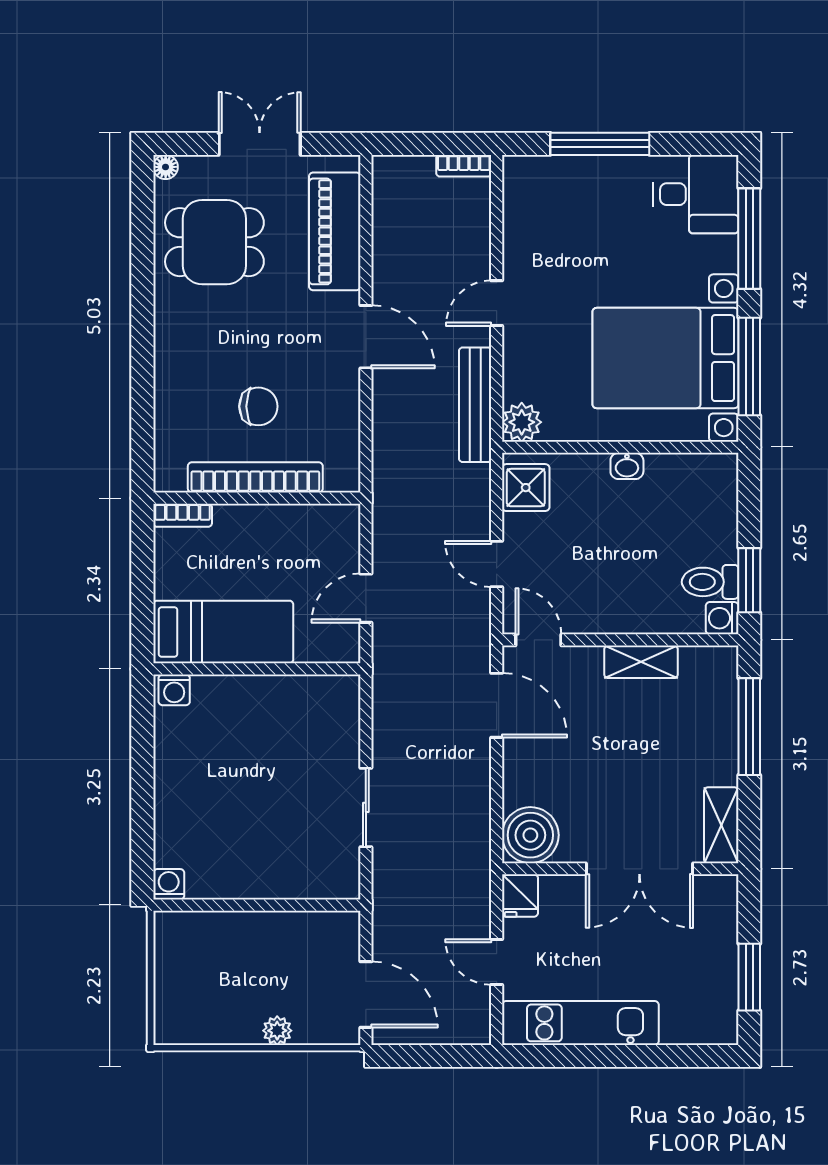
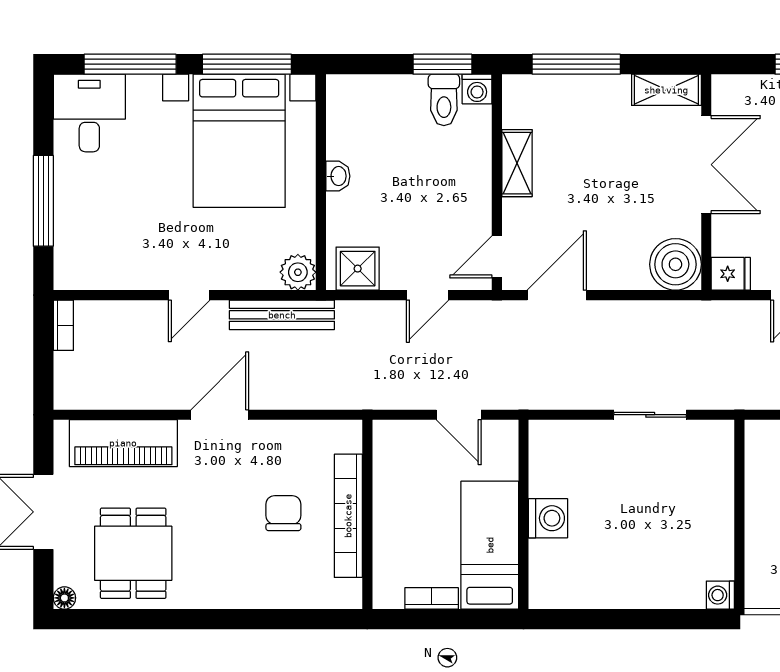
door: (497, 303) -> (189, 295), hinge flipped
bookcase: (183, 515) -> (432, 598), moved, turned -90
washing machine: (174, 690) -> (548, 518), moved, width x1.38, depth x1.38

